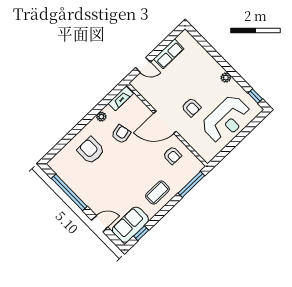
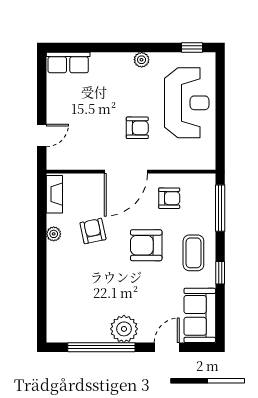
row of seats: (169, 54) -> (68, 63), moved, turned 90
armchair: (91, 150) -> (146, 245), moved
plant: (89, 195) -> (124, 329), added
window: (141, 233) -> (220, 273), moved

